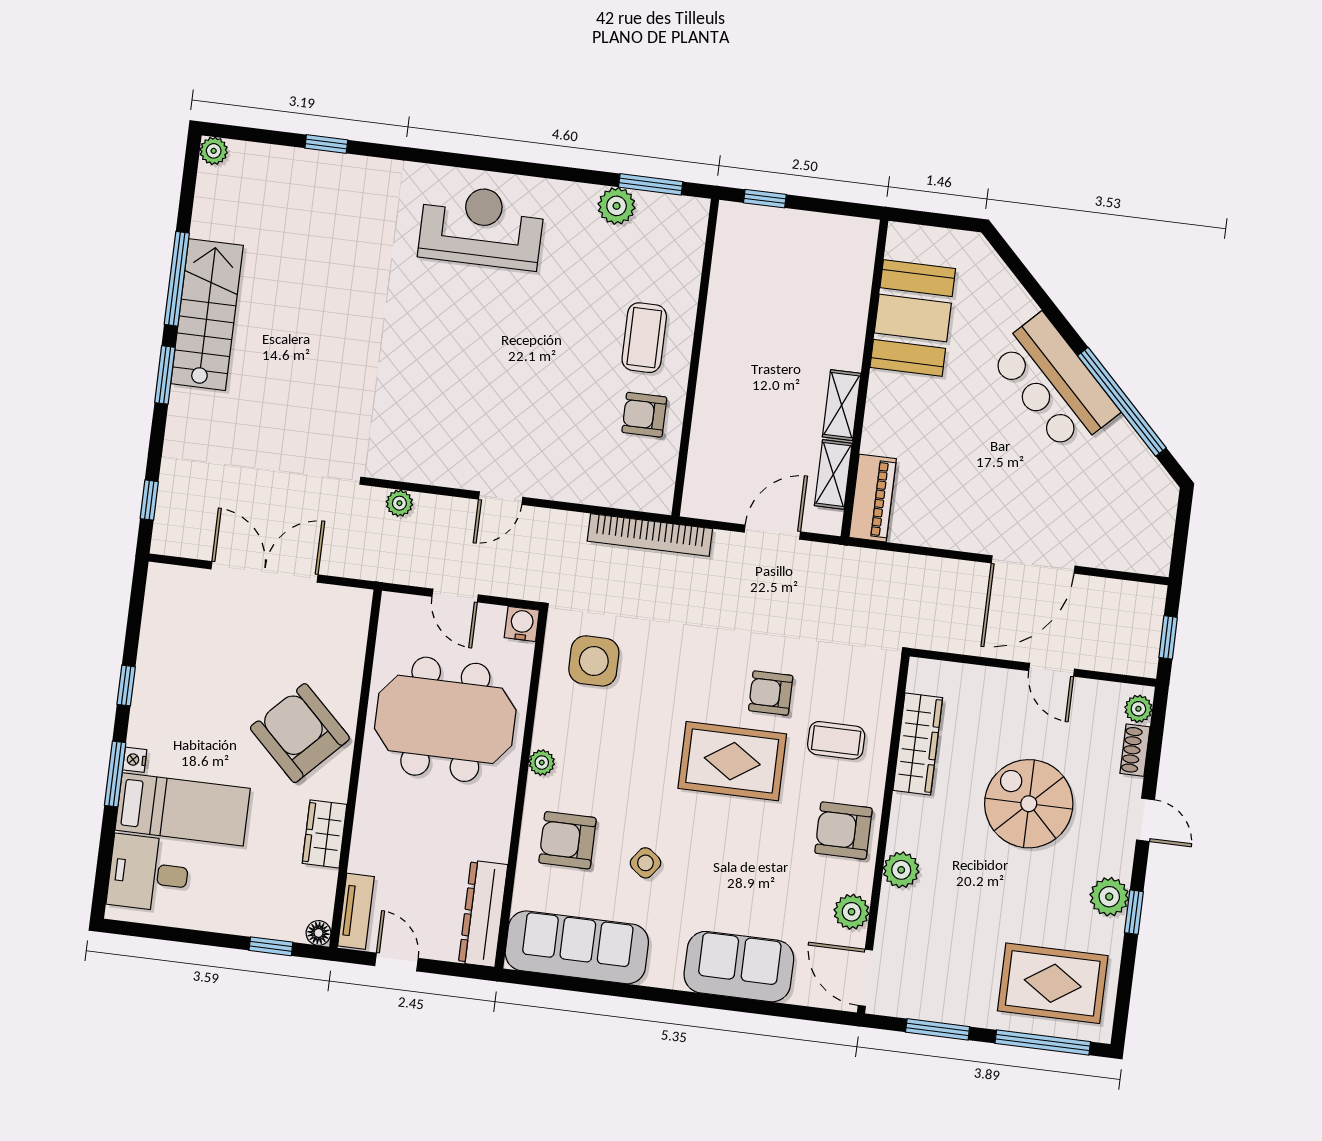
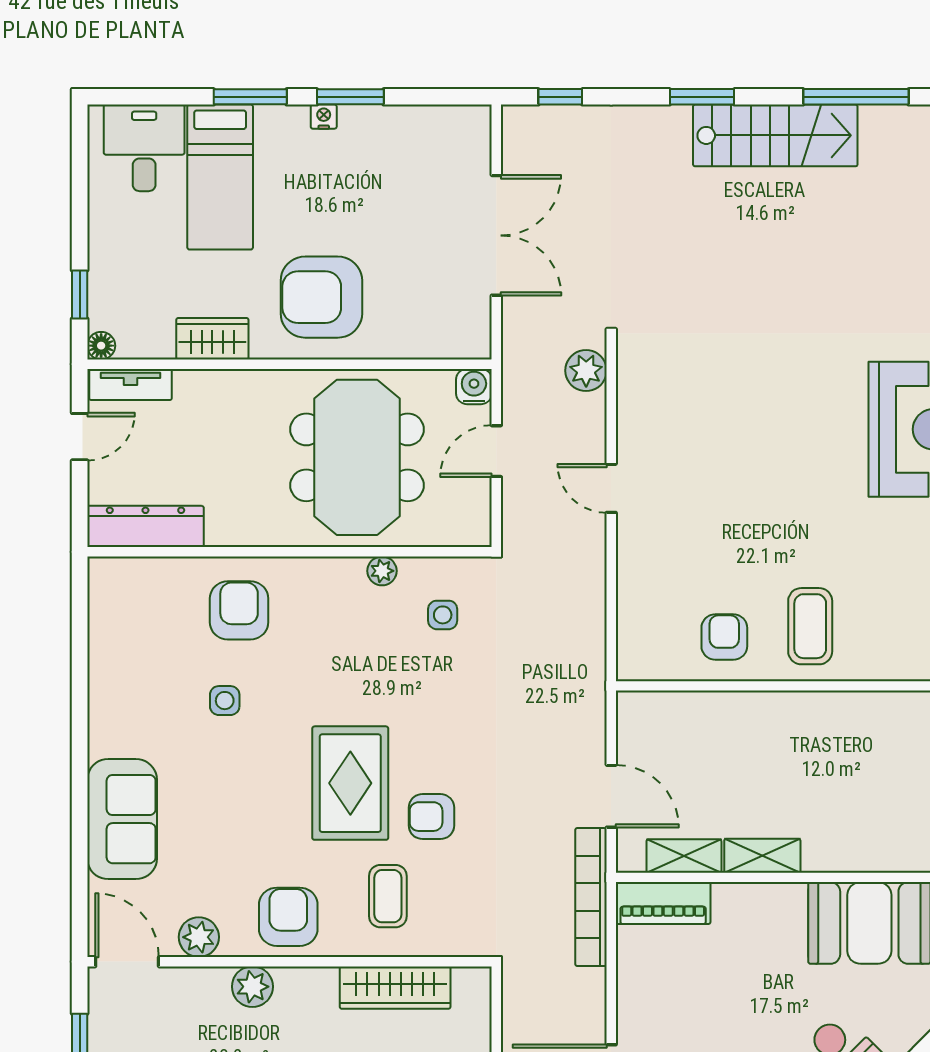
window: (177, 279) -> (856, 97), moved
coffee table: (644, 338) -> (810, 626), turned 90
plant: (399, 503) -> (586, 371), width x1.38, depth x1.38
bookcase: (650, 535) -> (591, 897), moved
water cooler: (522, 624) -> (474, 387), moved, turned -90
side table: (594, 661) -> (443, 615), width x0.54, depth x0.54
window: (126, 686) -> (350, 97), width x1.50
armchair: (771, 693) -> (431, 817), turned -90
armchair: (300, 733) -> (321, 297), turned -134
nightstand: (135, 760) -> (324, 117), moved
plant: (542, 763) -> (382, 571), moved
side table: (645, 863) -> (225, 701), turned -37
sofa: (577, 947) -> (121, 636), removed
door: (865, 978) -> (127, 962), hinge flipped

